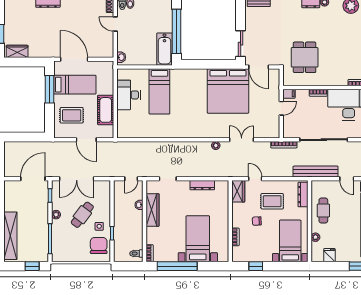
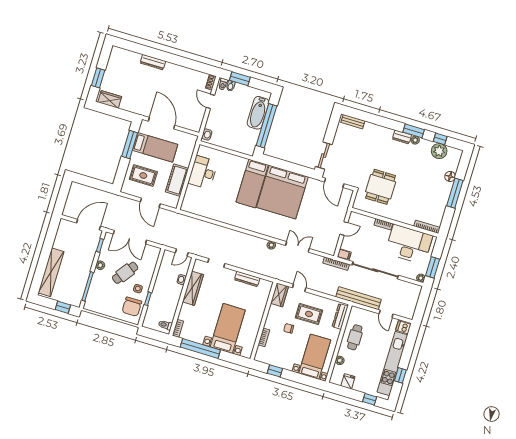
bathtub: (165, 49) -> (258, 113), moved
bed: (159, 91) -> (252, 183), moved
bed: (228, 91) -> (282, 192), moved
filing cabinet: (289, 94) -> (344, 255), moved
chair: (99, 246) -> (132, 307), turned 180

